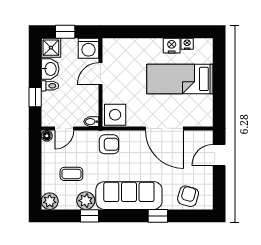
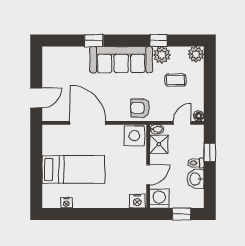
nightstand: (172, 46) -> (137, 201), moved
shower: (51, 48) -> (159, 144), moved
armchair: (188, 196) -> (65, 59), removed

